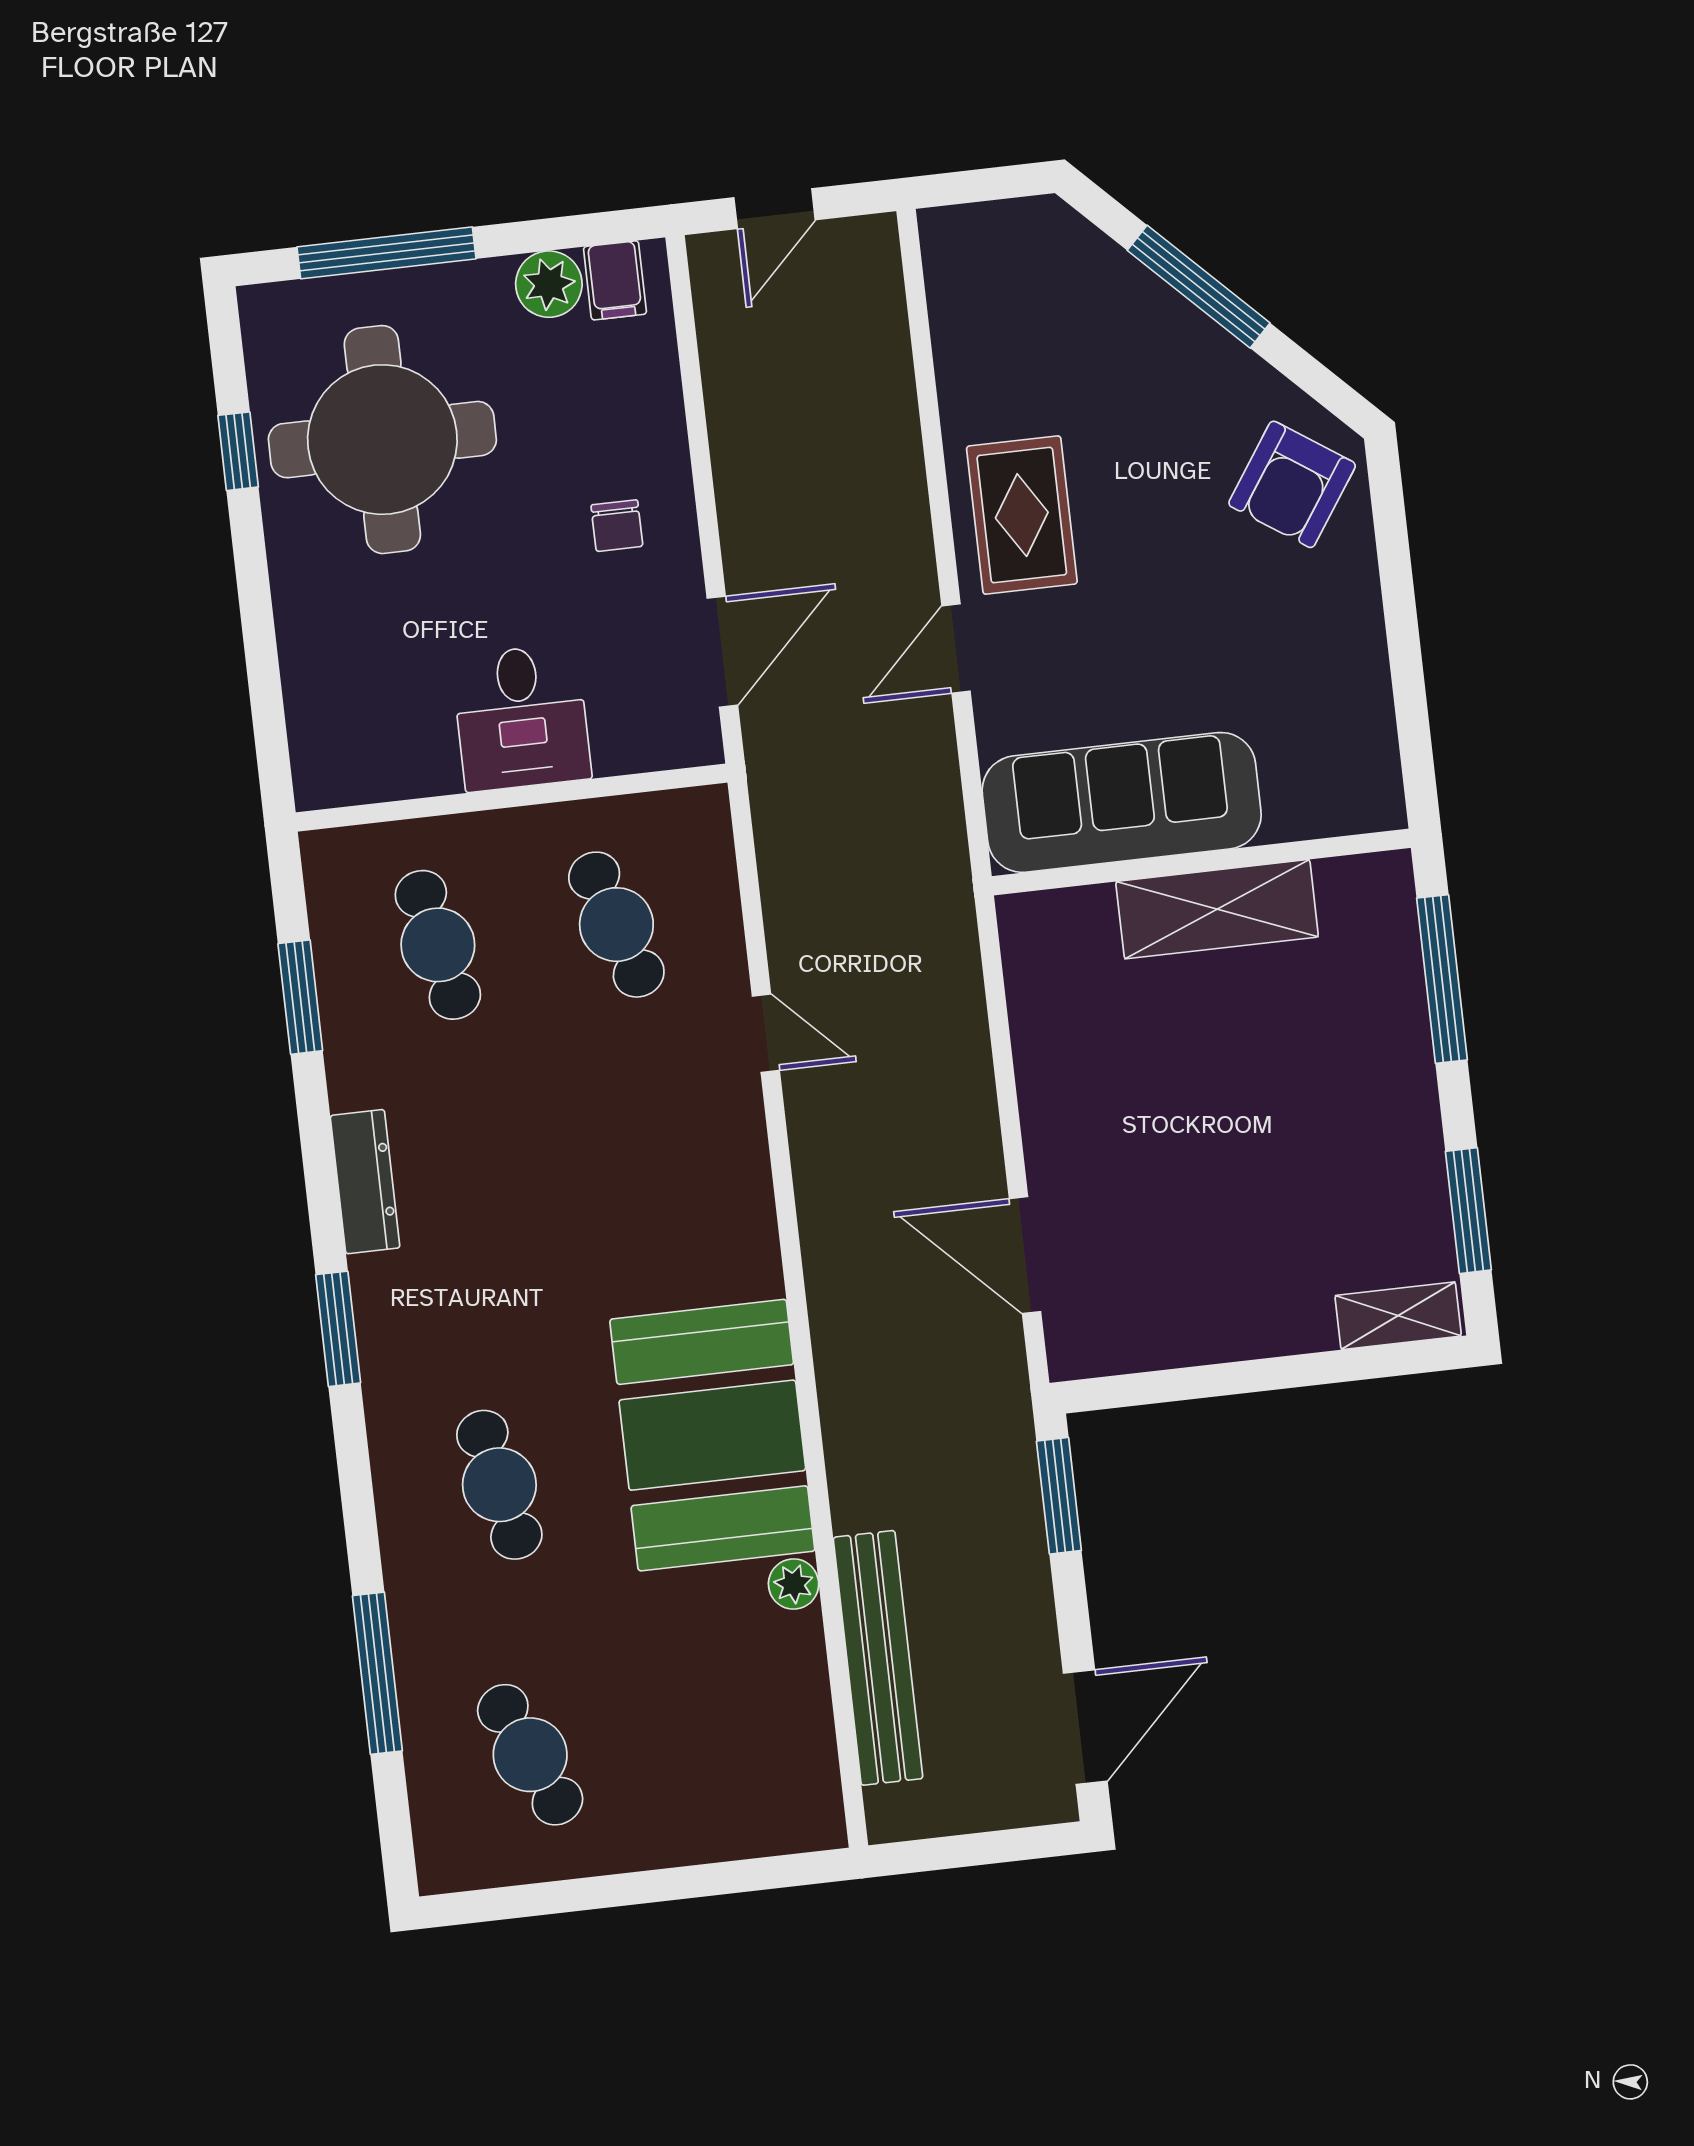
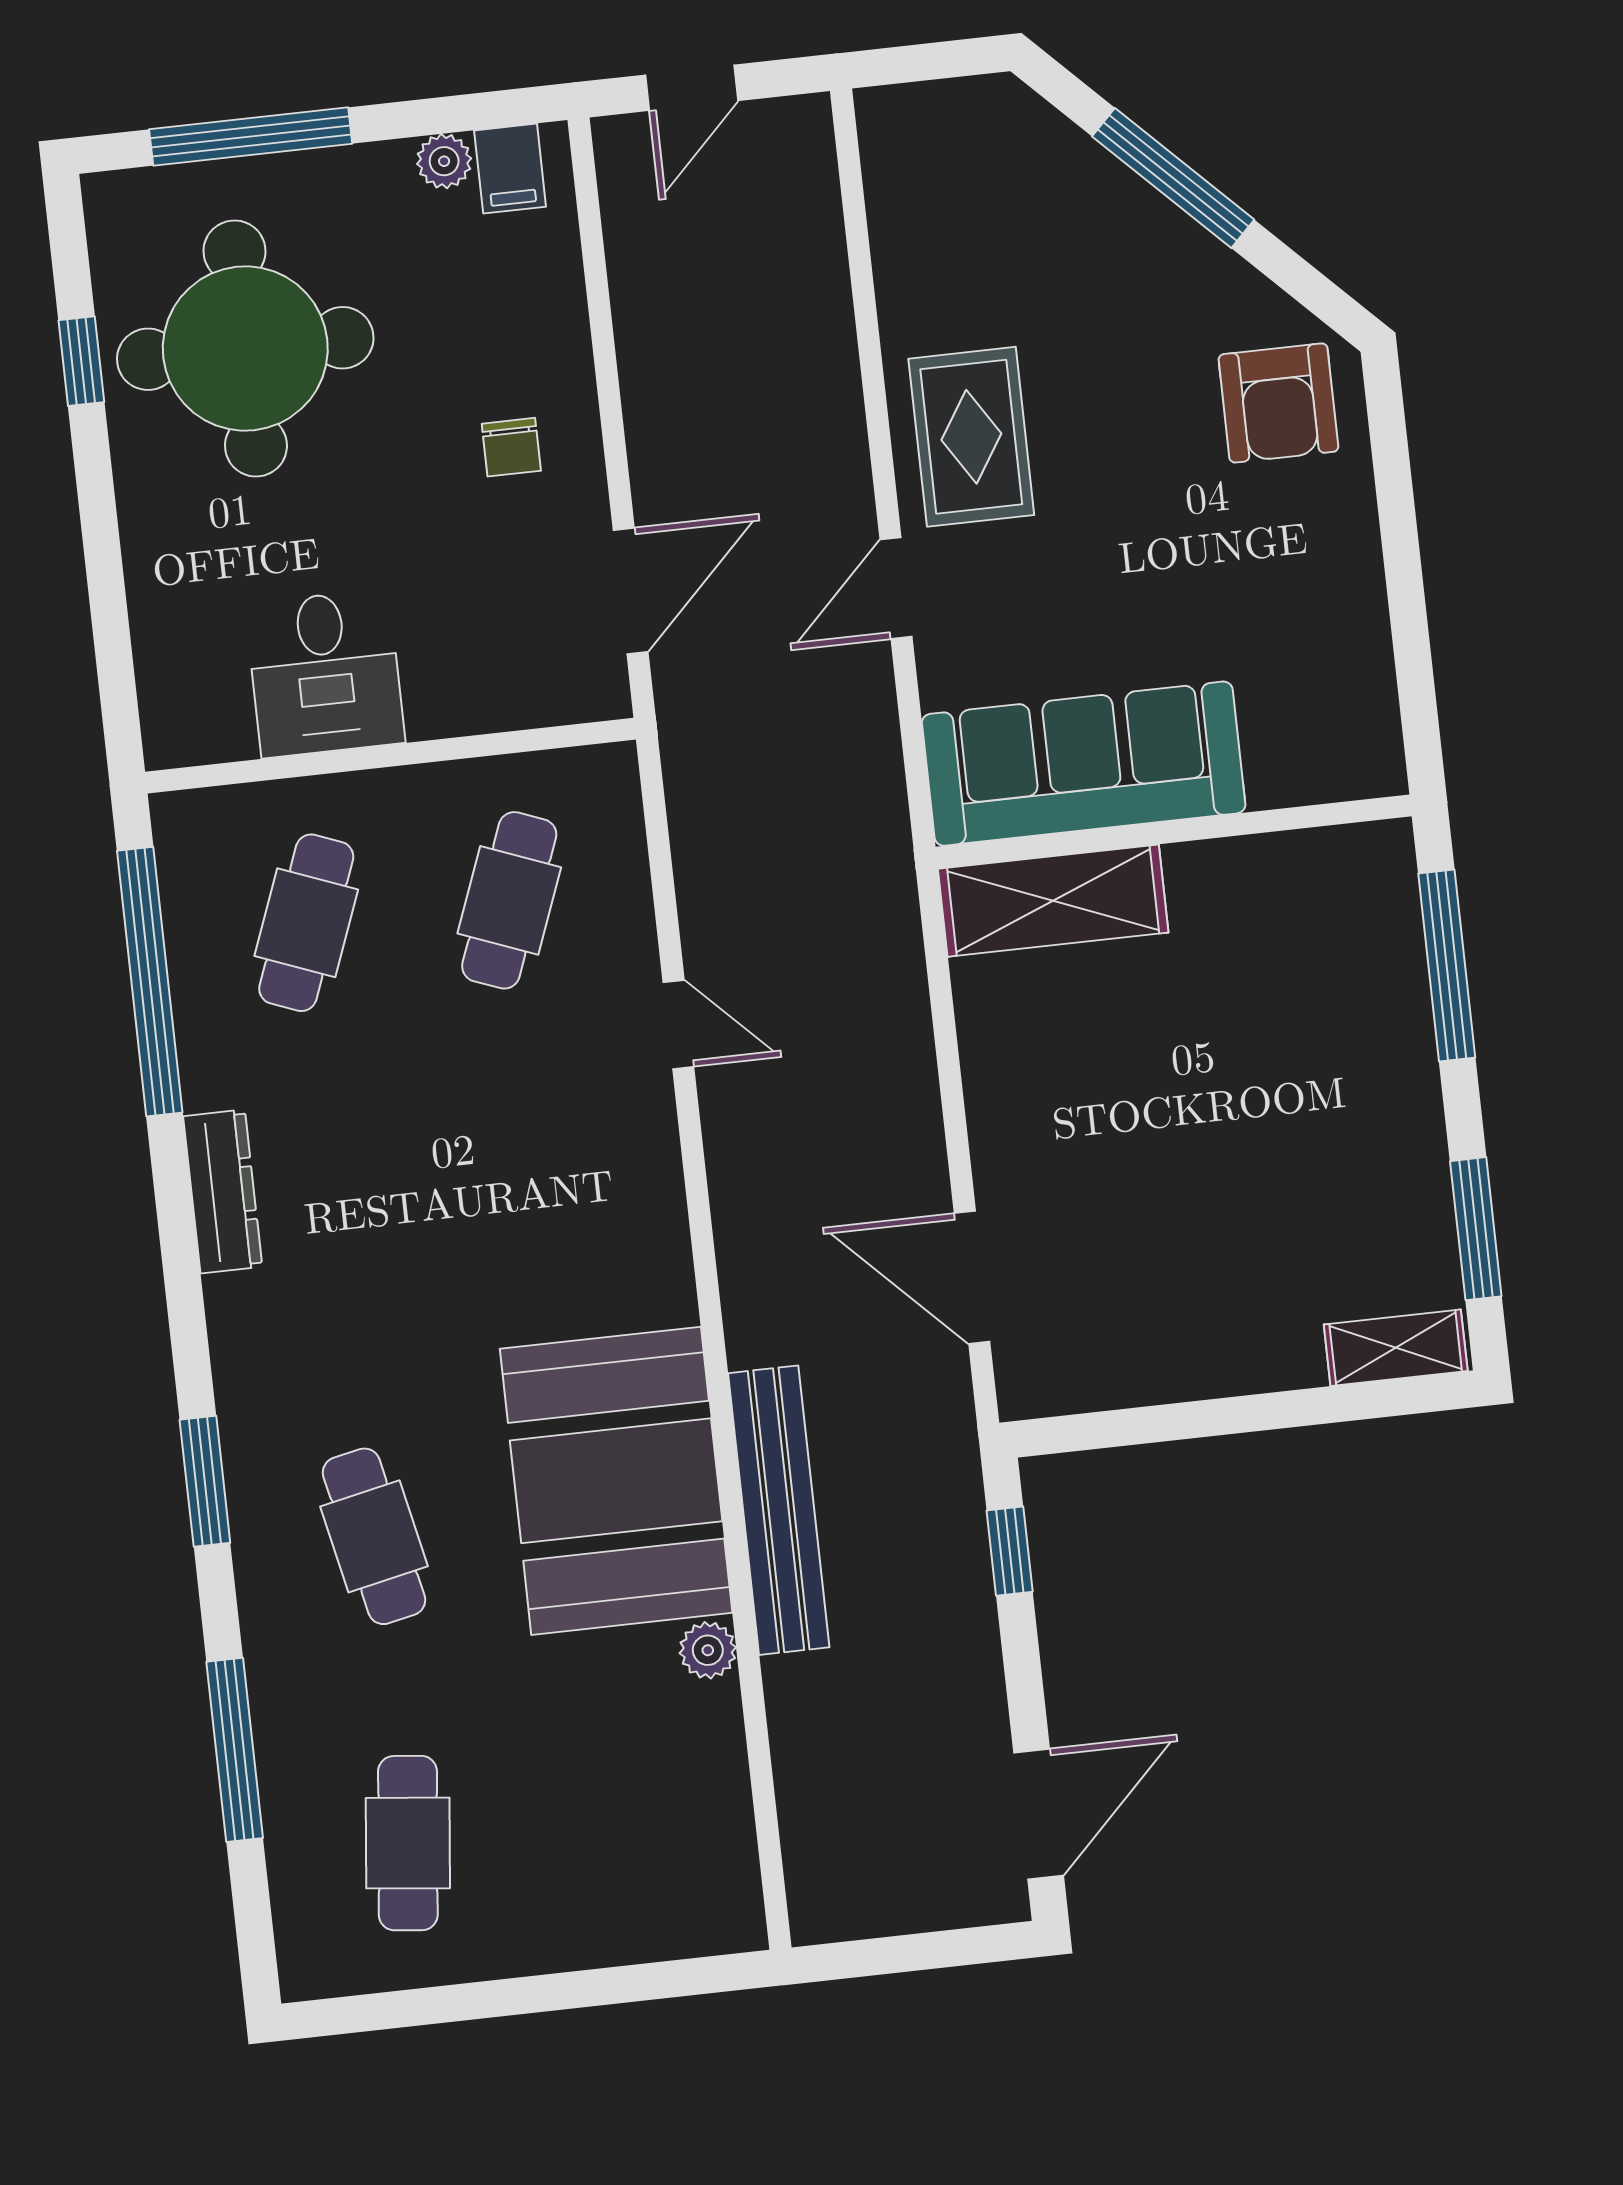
plant: (549, 284) -> (444, 161), width x0.73, depth x0.73
armchair: (1292, 484) -> (1278, 403), turned -34
desk: (521, 717) -> (325, 673), moved
shelving: (1217, 909) -> (1053, 901), moved
cafe table: (616, 925) -> (509, 900), turned 39
cafe table: (438, 945) -> (306, 923), turned 33
window: (300, 997) -> (150, 982), width x2.11
window: (338, 1329) -> (205, 1481), moved
window: (1059, 1496) -> (1010, 1551), width x0.67
bench: (878, 1658) -> (779, 1510), moved
cafe table: (530, 1755) -> (408, 1843), turned 30

